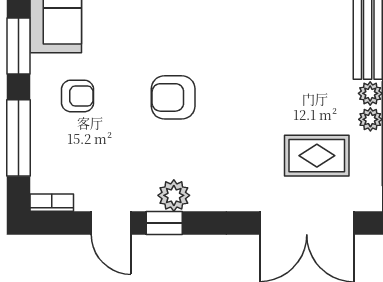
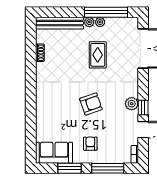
armchair: (173, 97) -> (91, 104), turned -109
rug: (317, 156) -> (98, 55), moved

